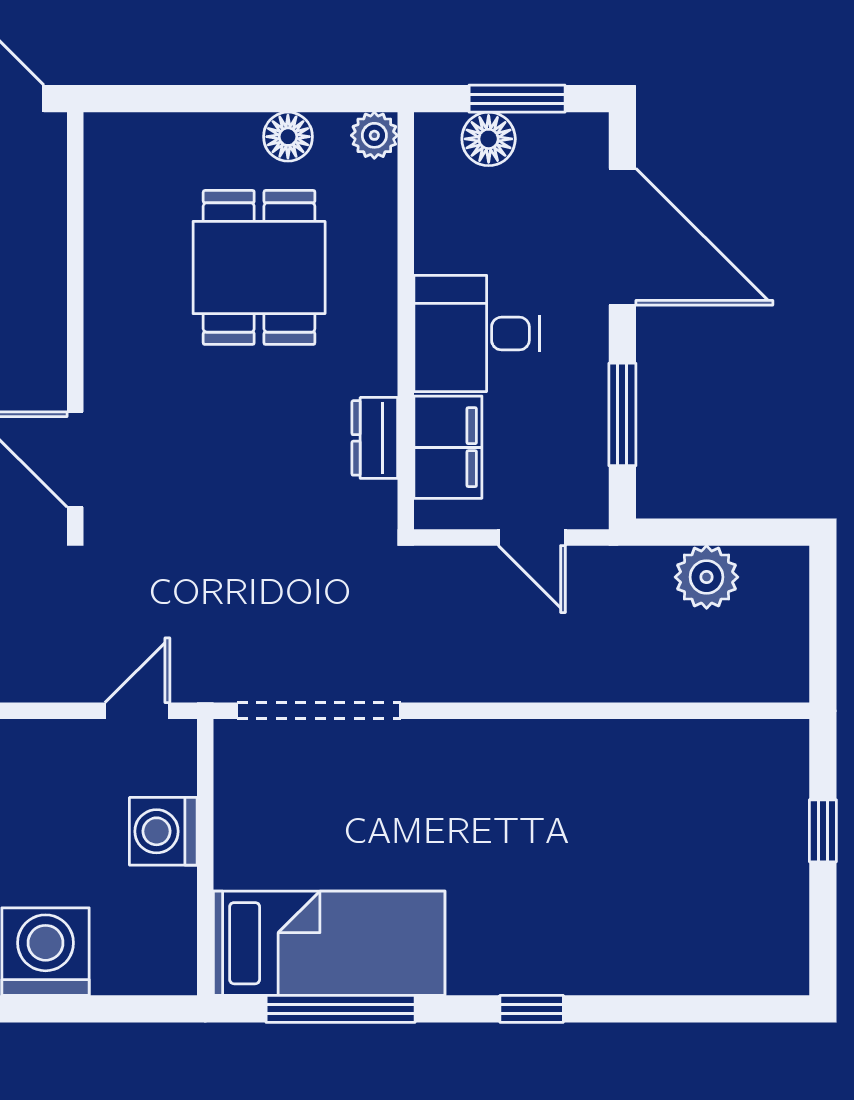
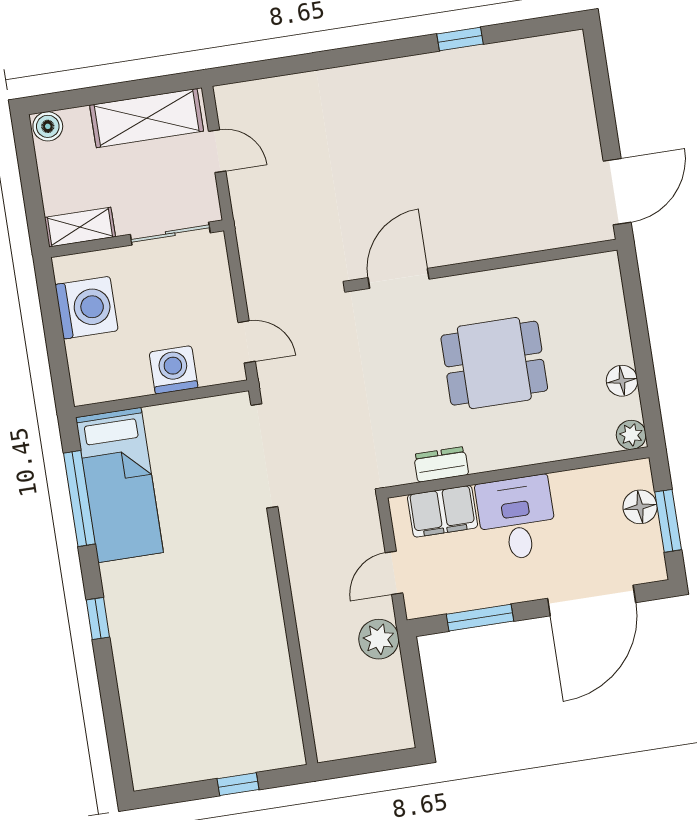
dining table: (259, 267) -> (494, 363), moved
plant: (707, 577) -> (379, 639), moved

